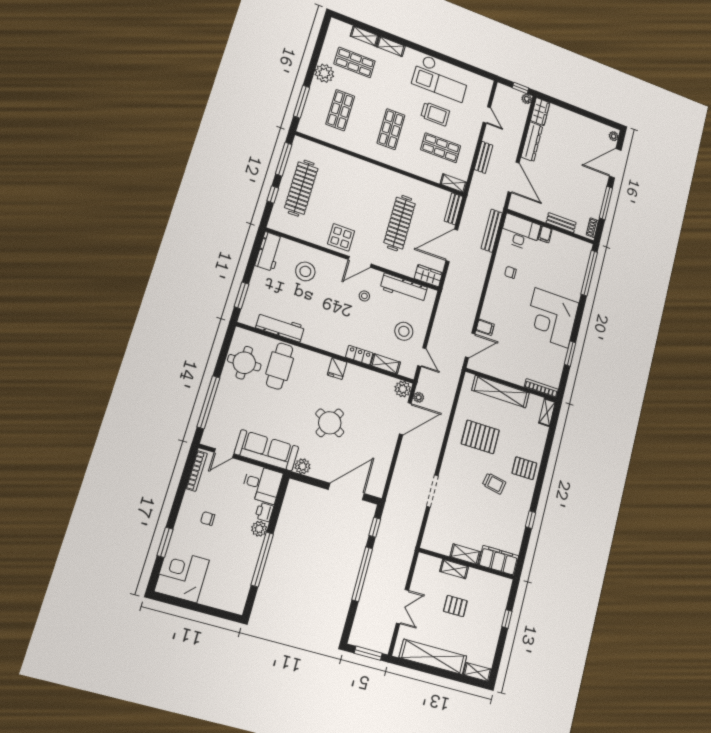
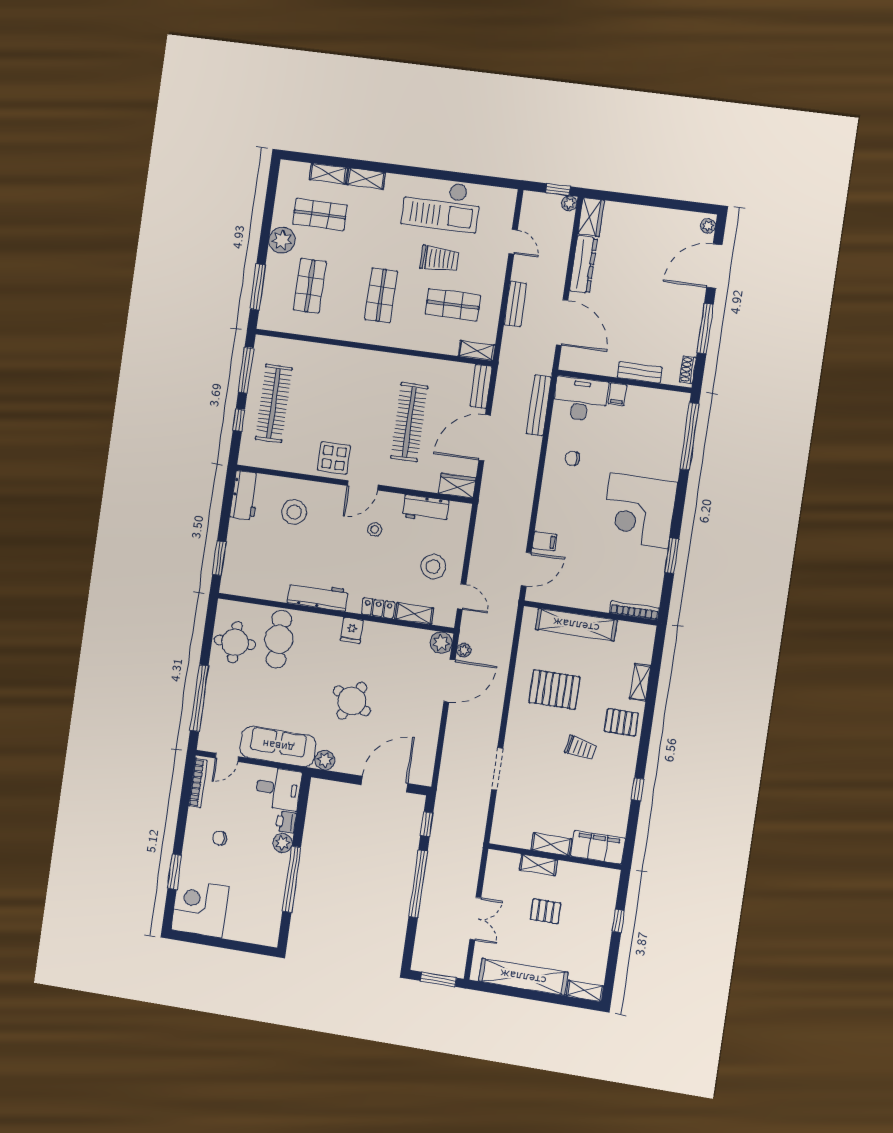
workbench: (404, 288) -> (426, 509), width x0.73
workbench: (280, 327) -> (318, 596), moved
shelving: (547, 412) -> (640, 682), moved

